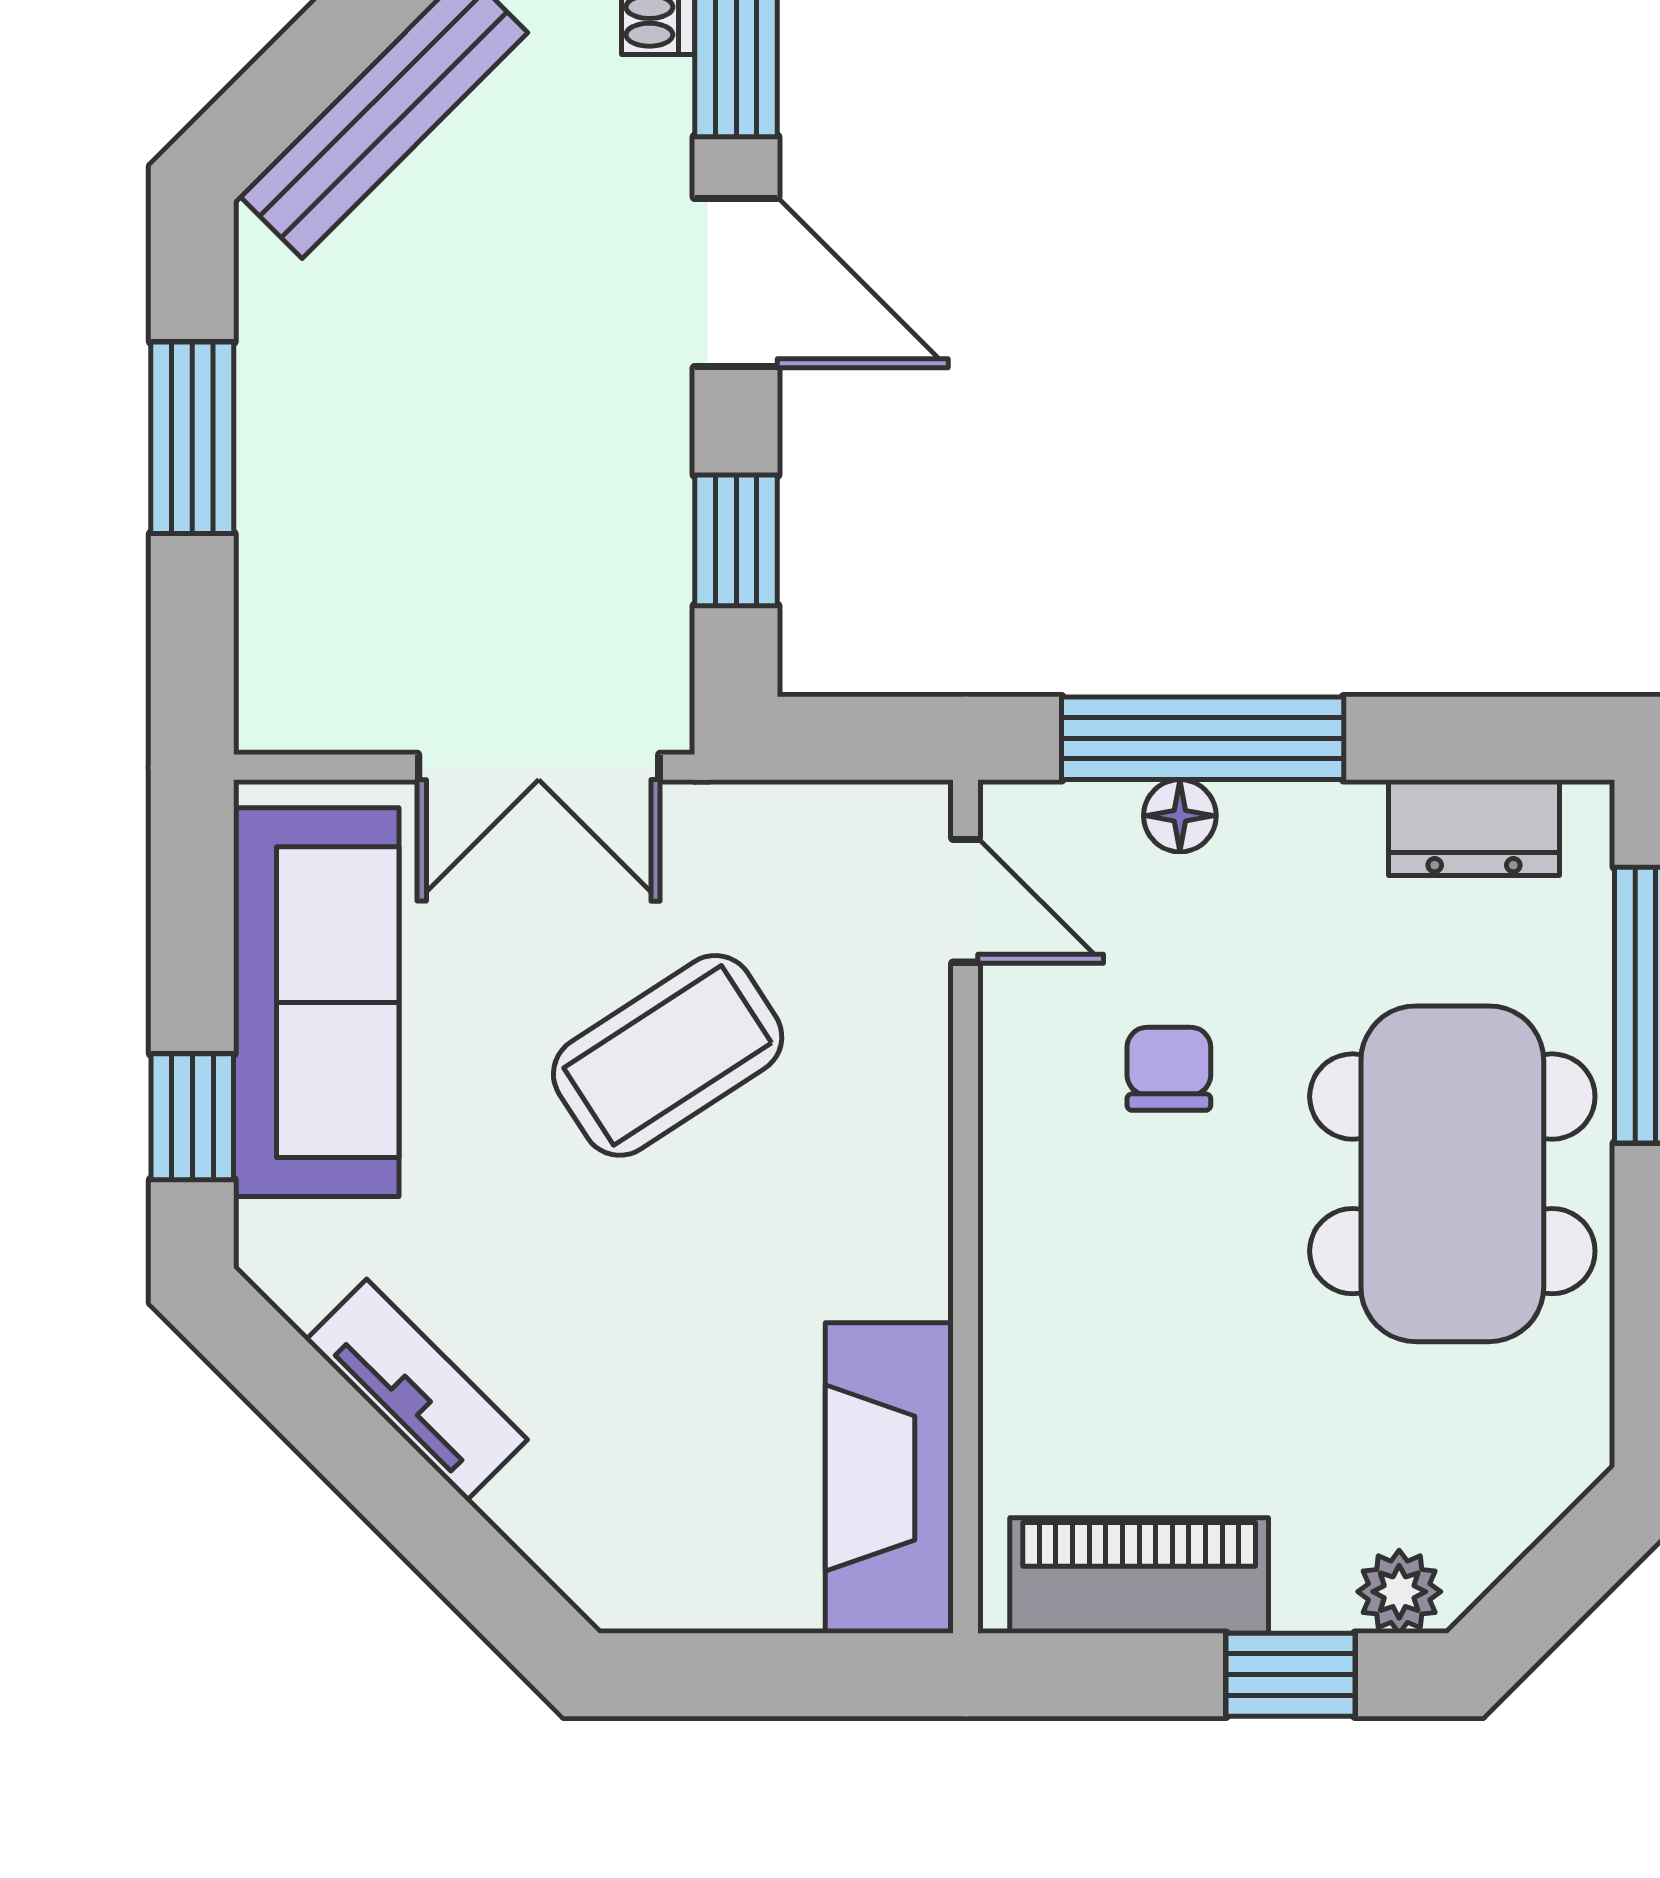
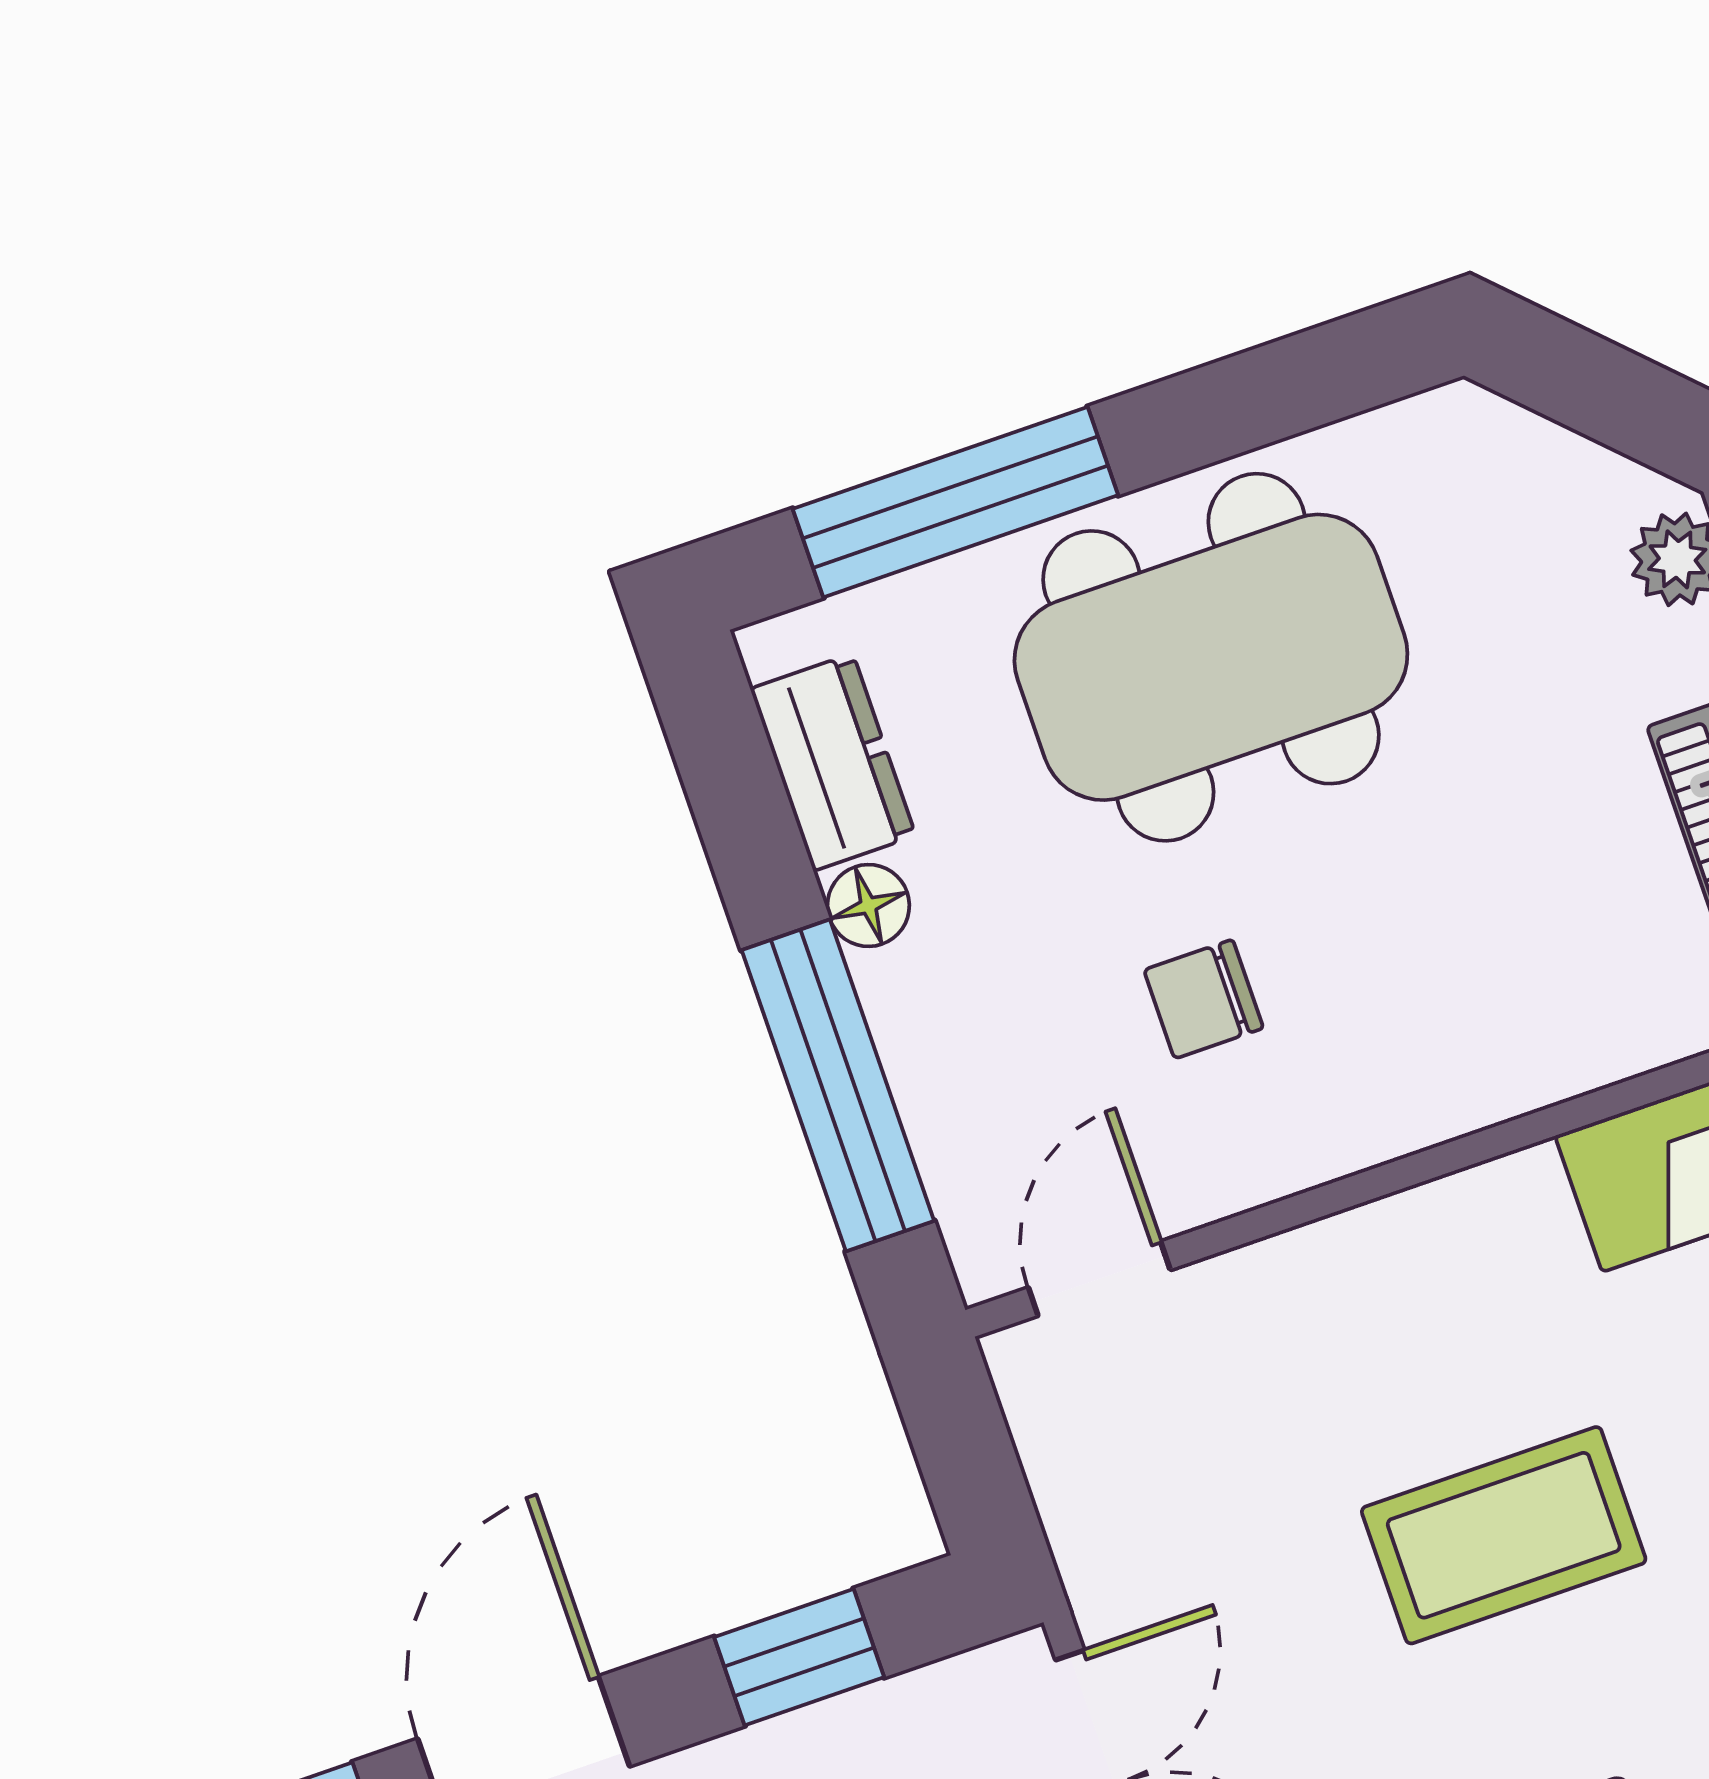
floor lamp: (1180, 816) -> (868, 906), moved
coffee table: (668, 1055) -> (1504, 1535), moved, turned -57

